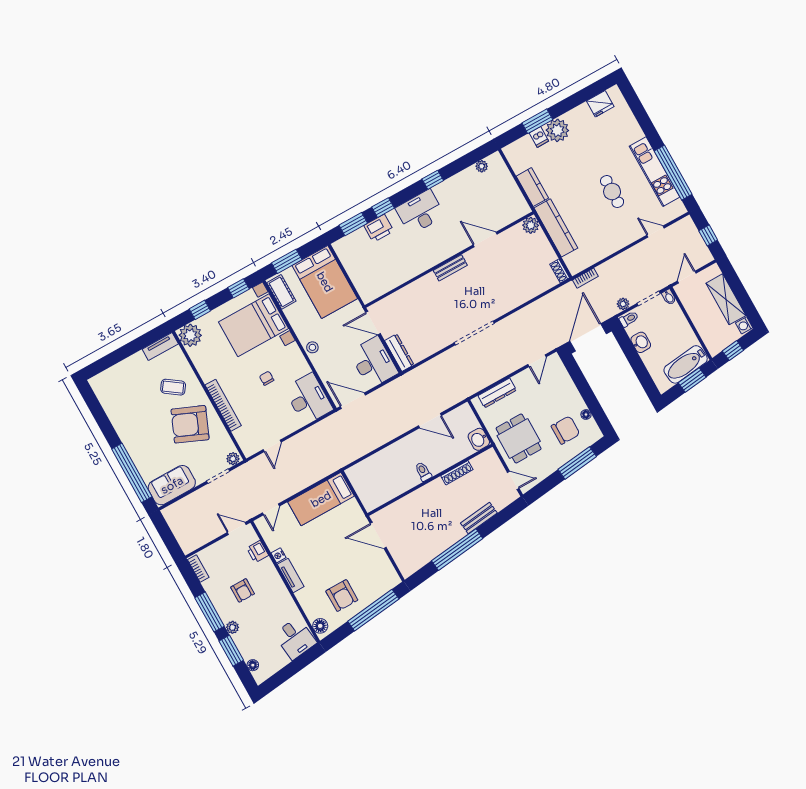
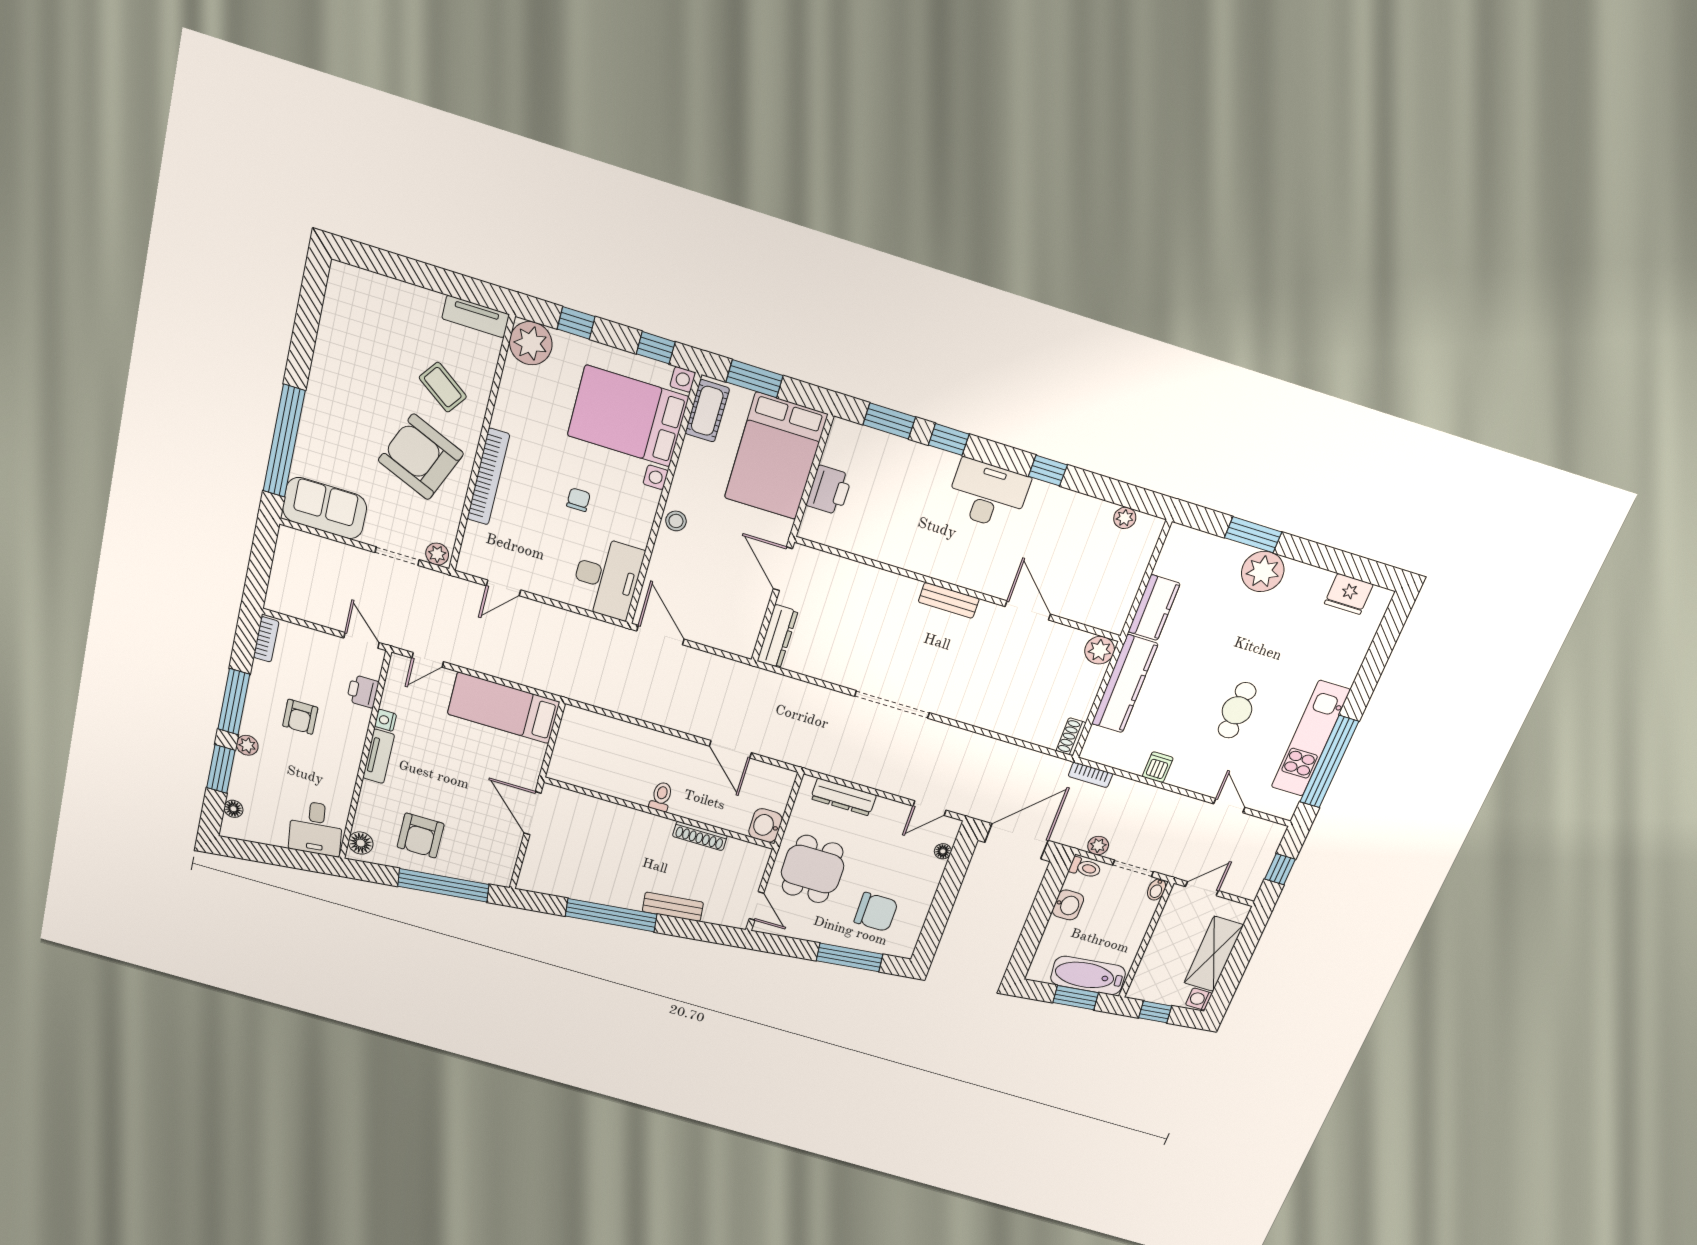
dishwasher: (539, 137) -> (1158, 767), moved, turned 180
printer: (379, 228) -> (829, 490), moved, turned -90
desk: (374, 362) -> (734, 616), removed
floor lamp: (586, 414) -> (943, 851), moved

